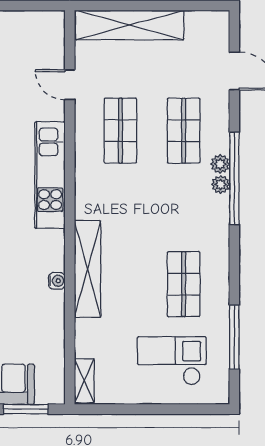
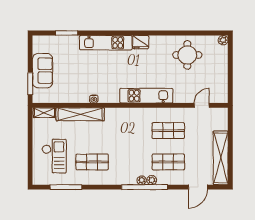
shelving: (130, 25) -> (221, 158), moved
door: (70, 85) -> (202, 105), moved
shelving: (88, 269) -> (80, 114), moved

